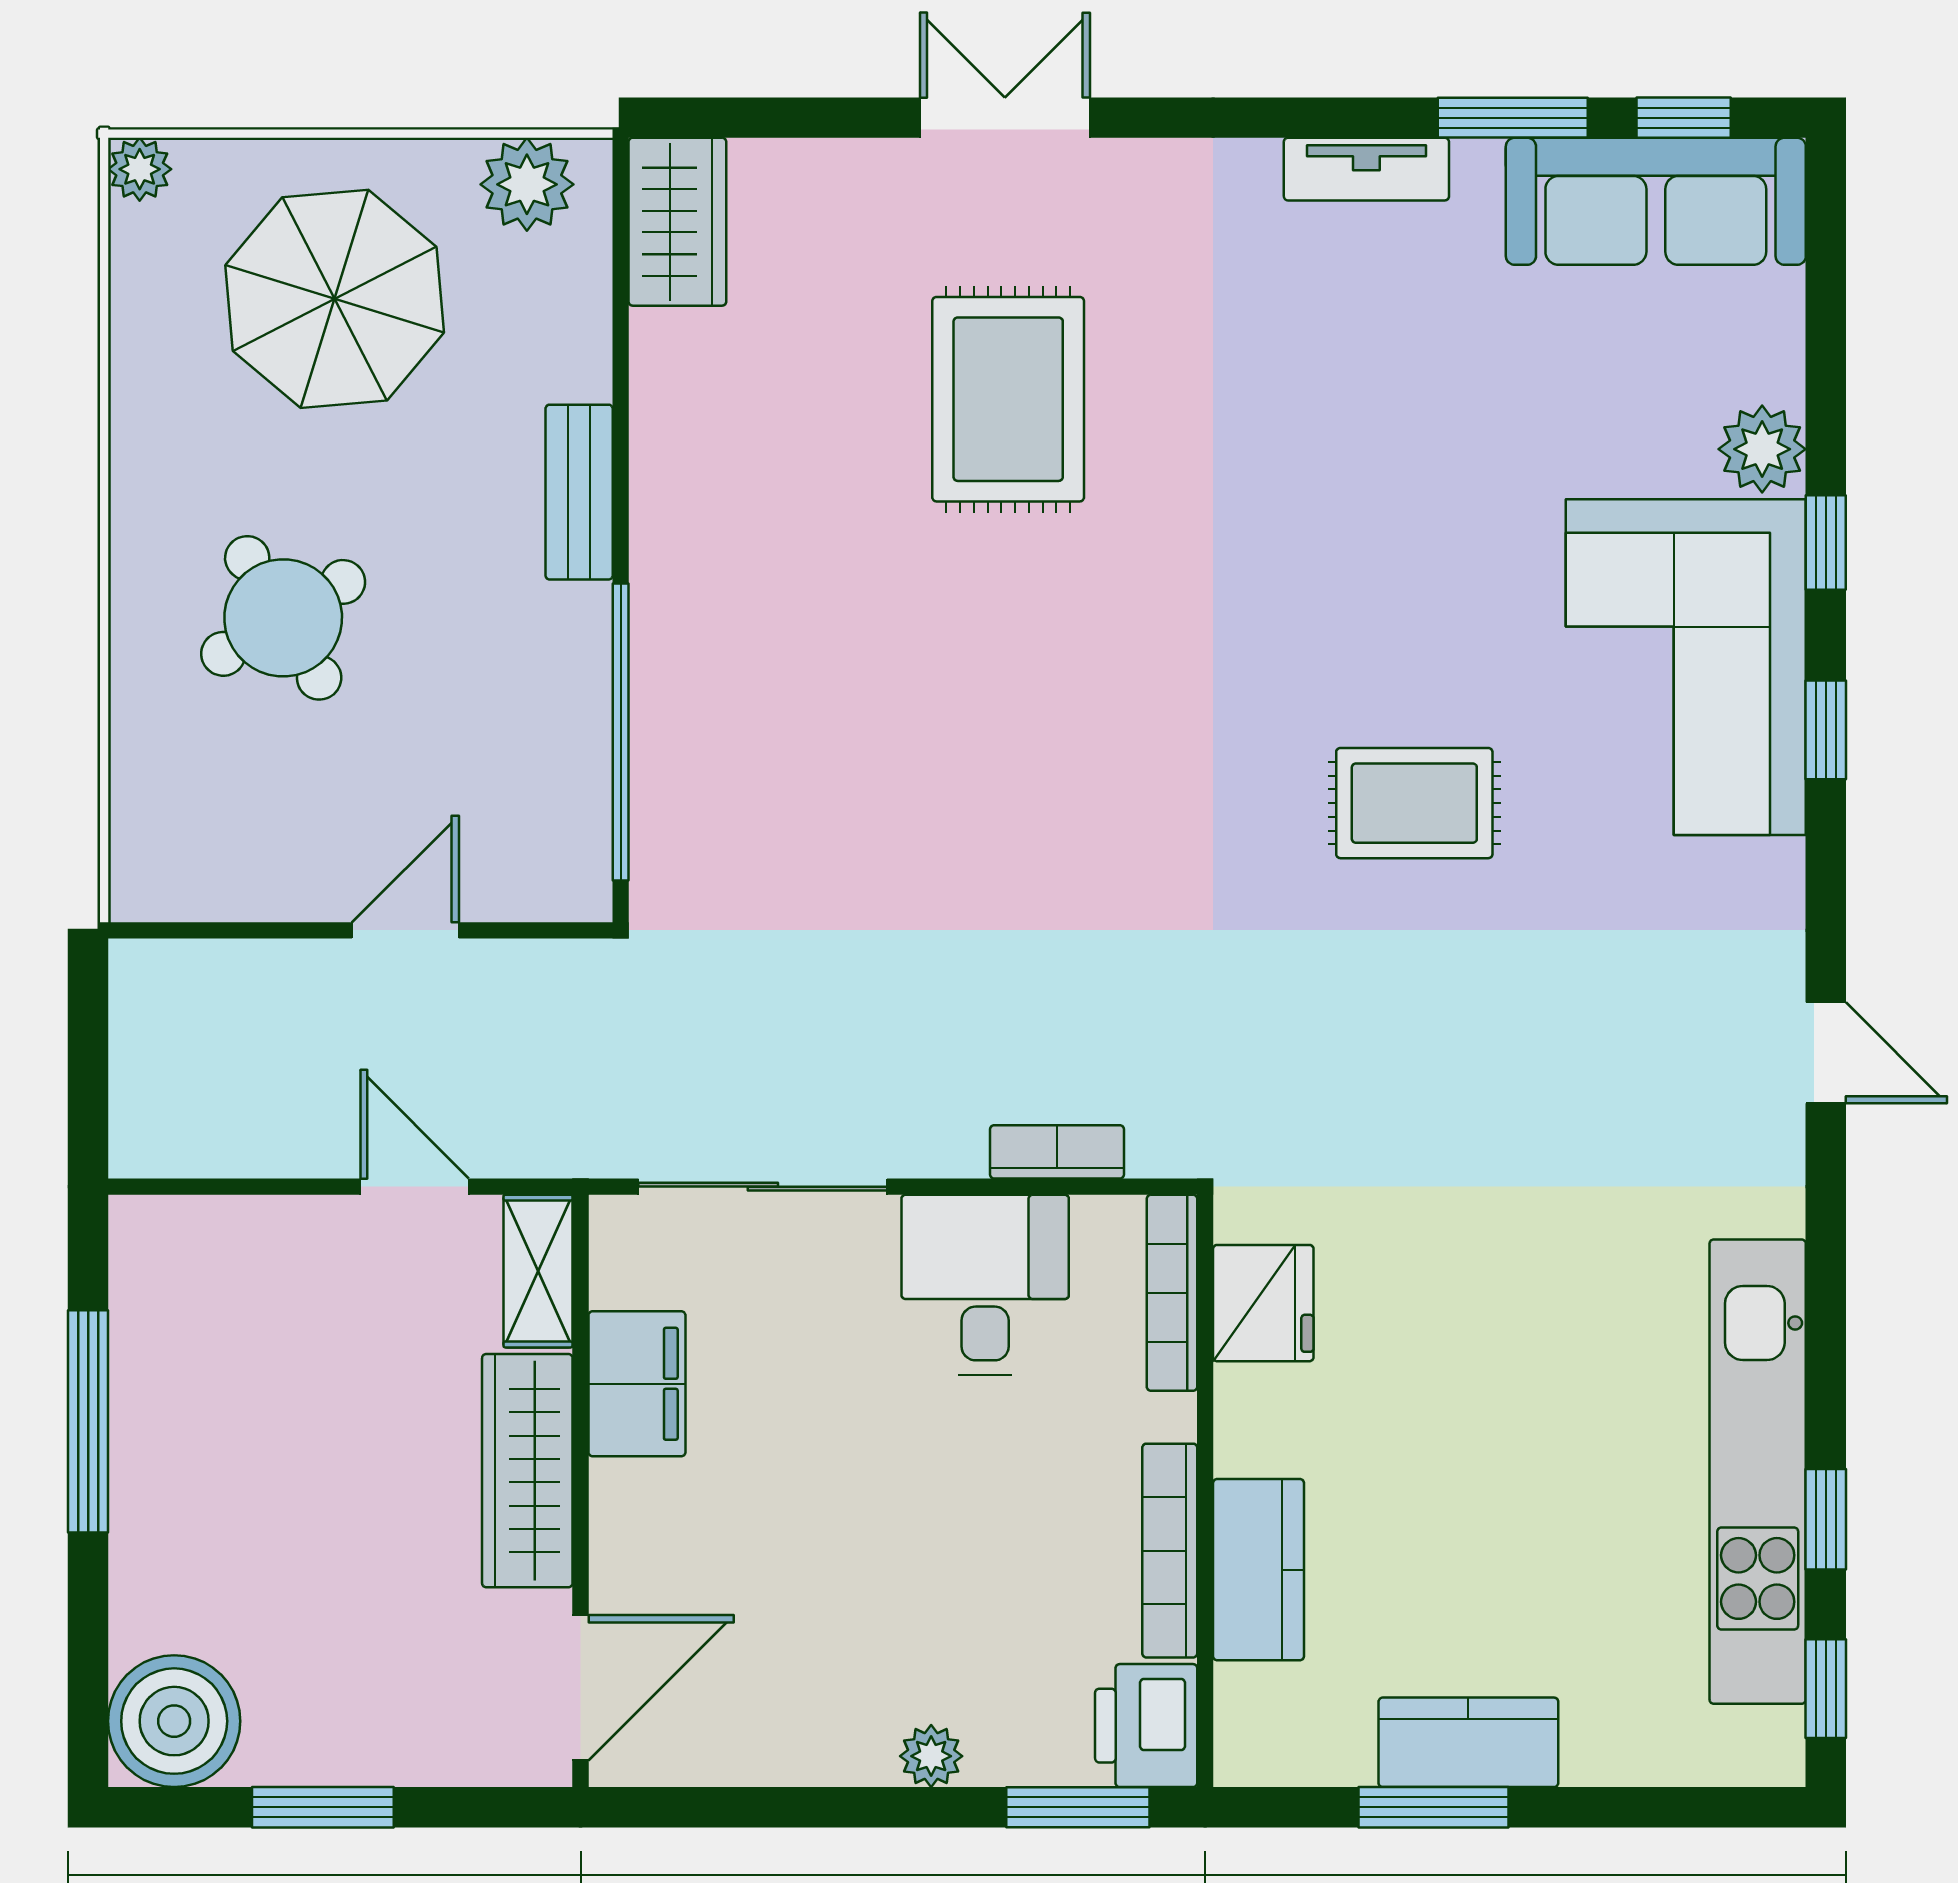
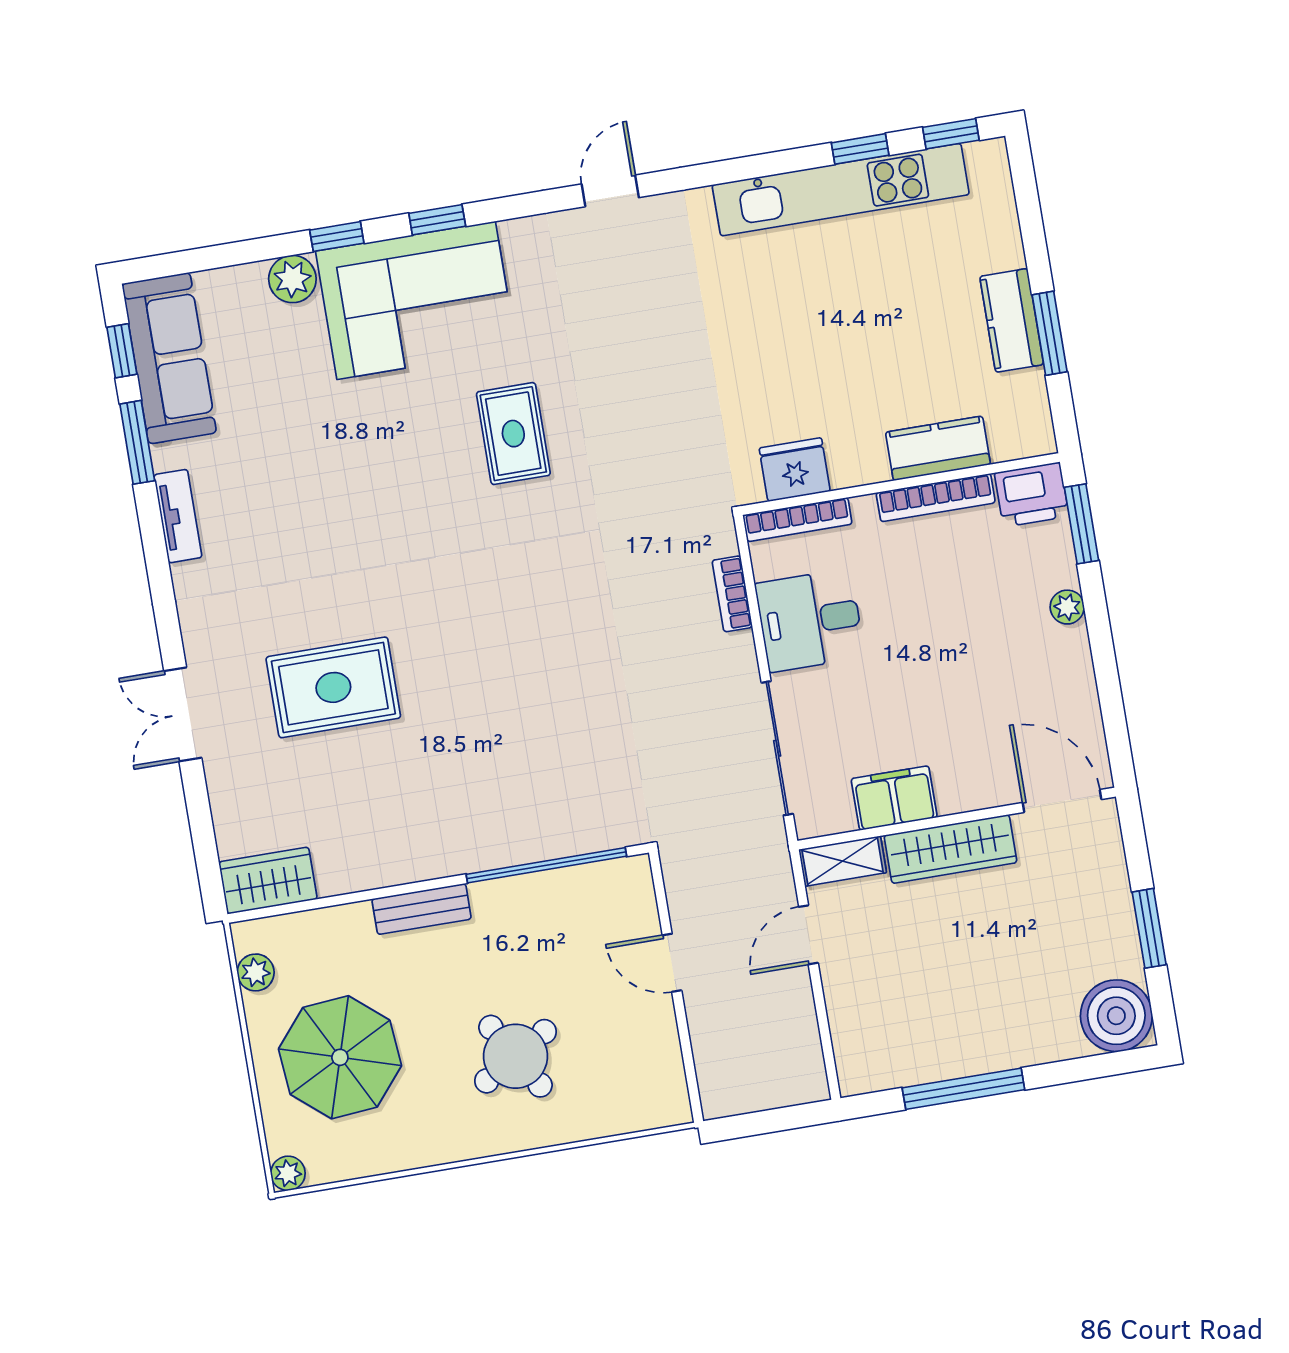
plant: (527, 184) -> (256, 972), width x0.73, depth x0.73

